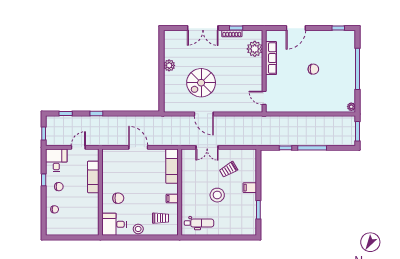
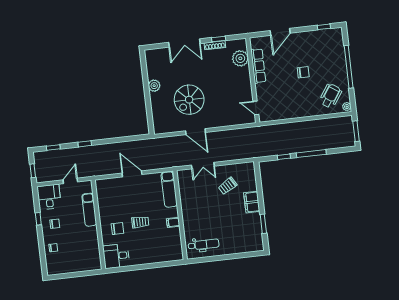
wheelchair: (337, 95) -> (330, 96), added
filing cabinet: (250, 188) -> (252, 202), width x2.00
stool: (217, 195) -> (219, 213), removed
trolley: (161, 218) -> (140, 222), moved
stool: (138, 229) -> (142, 258), removed

